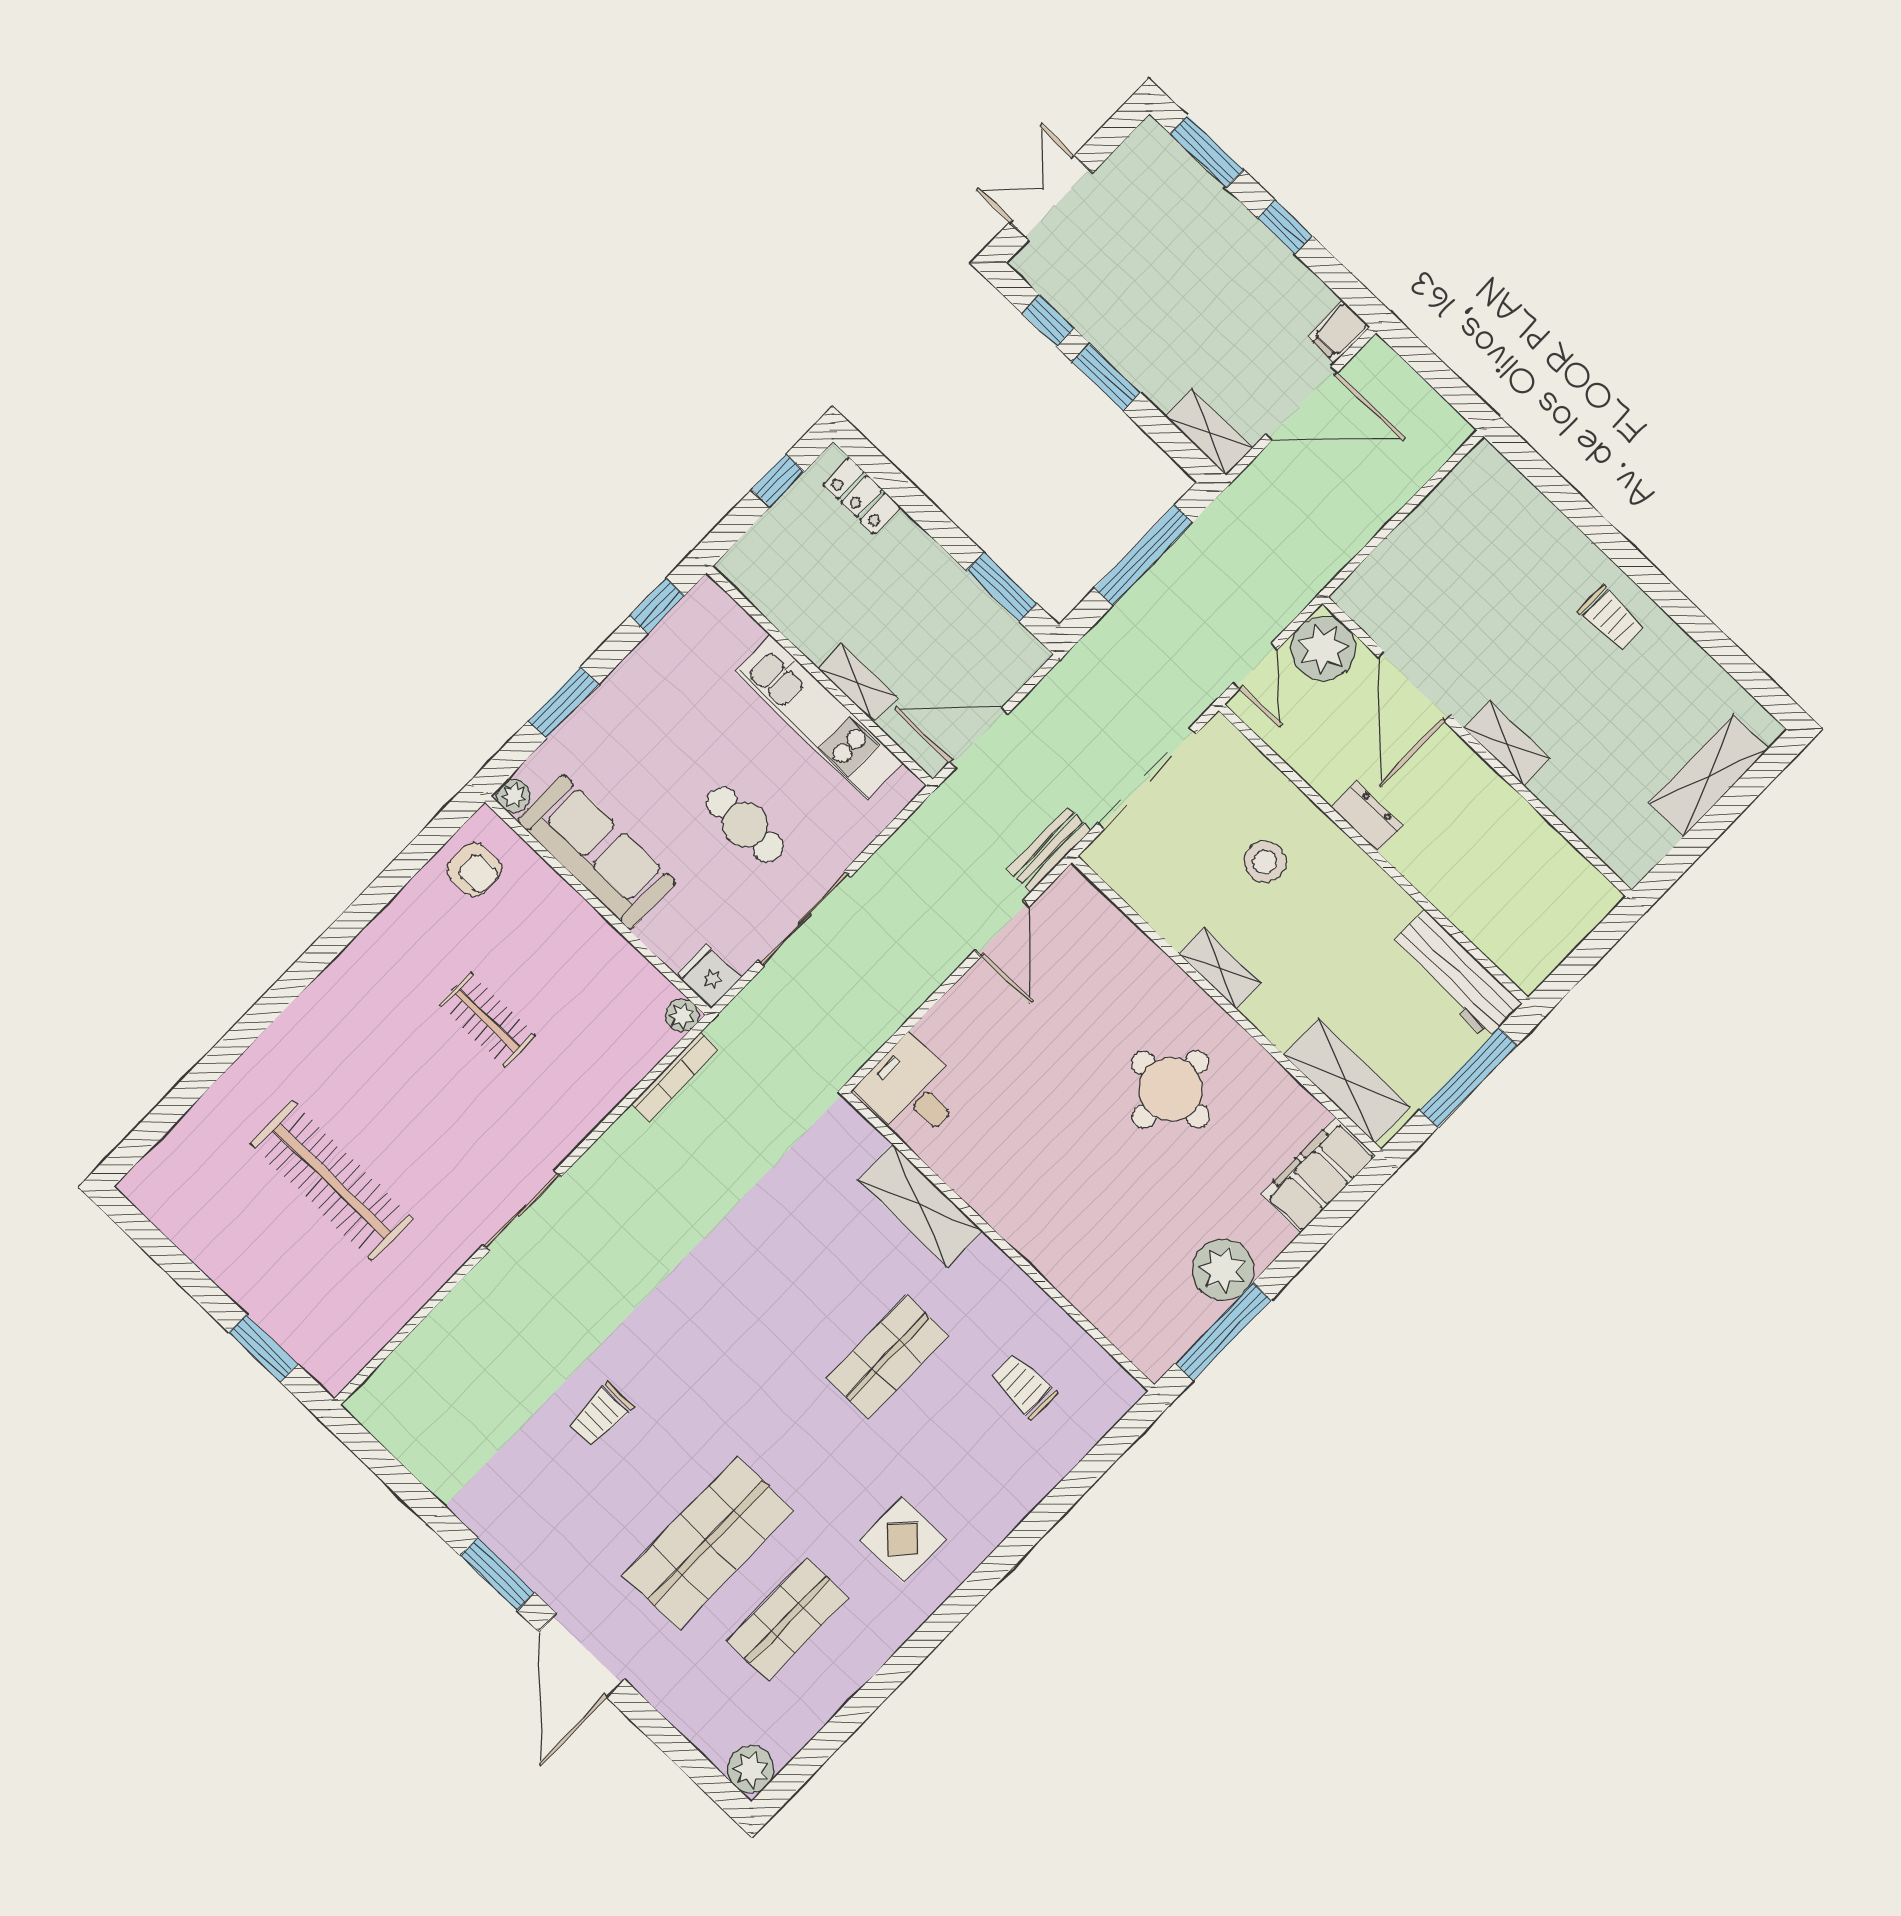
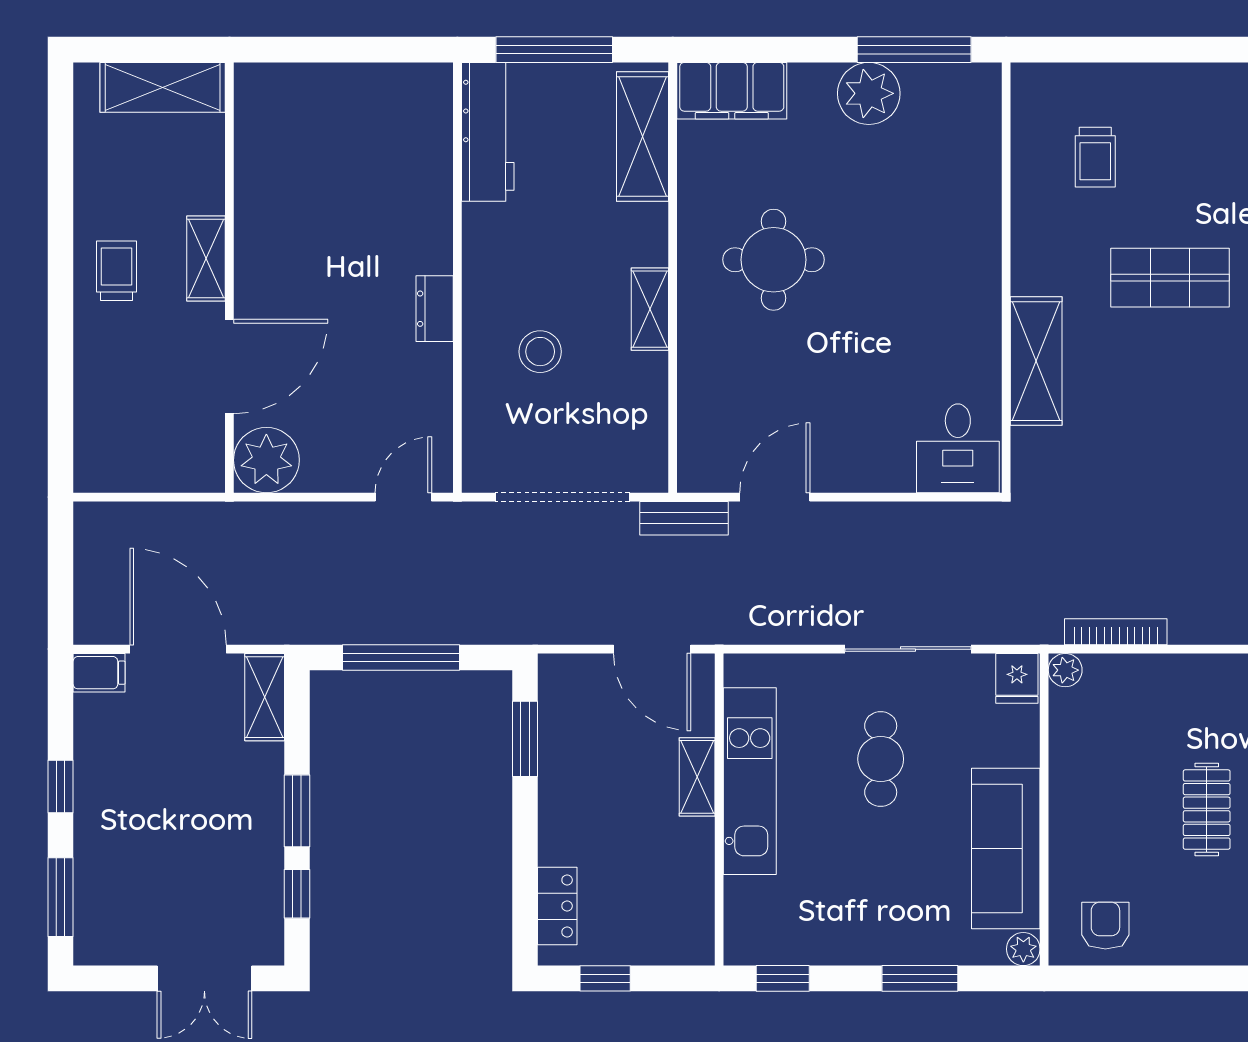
plant: (1323, 648) -> (266, 460), moved
door: (1414, 686) -> (229, 366), moved
shelving: (1506, 743) -> (206, 259), moved
wall: (1477, 747) -> (229, 278), moved

